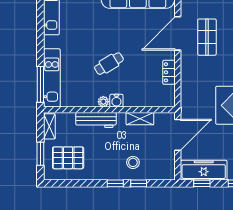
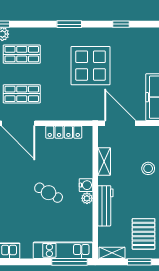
cafe table: (109, 64) -> (49, 193), turned -31
locker: (169, 72) -> (64, 132), width x1.53

